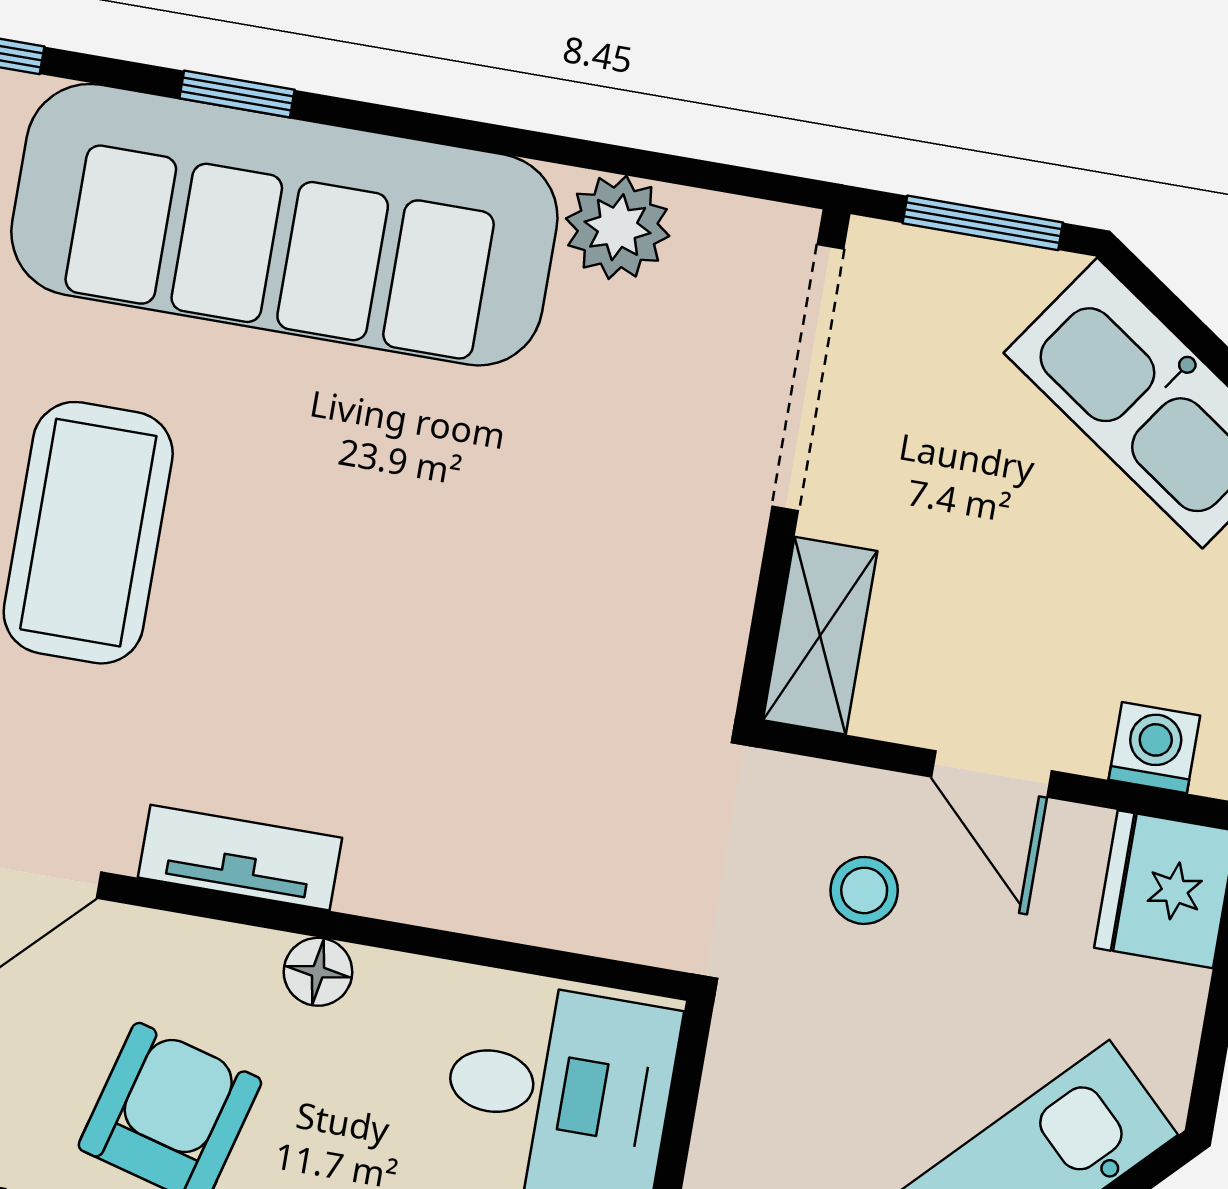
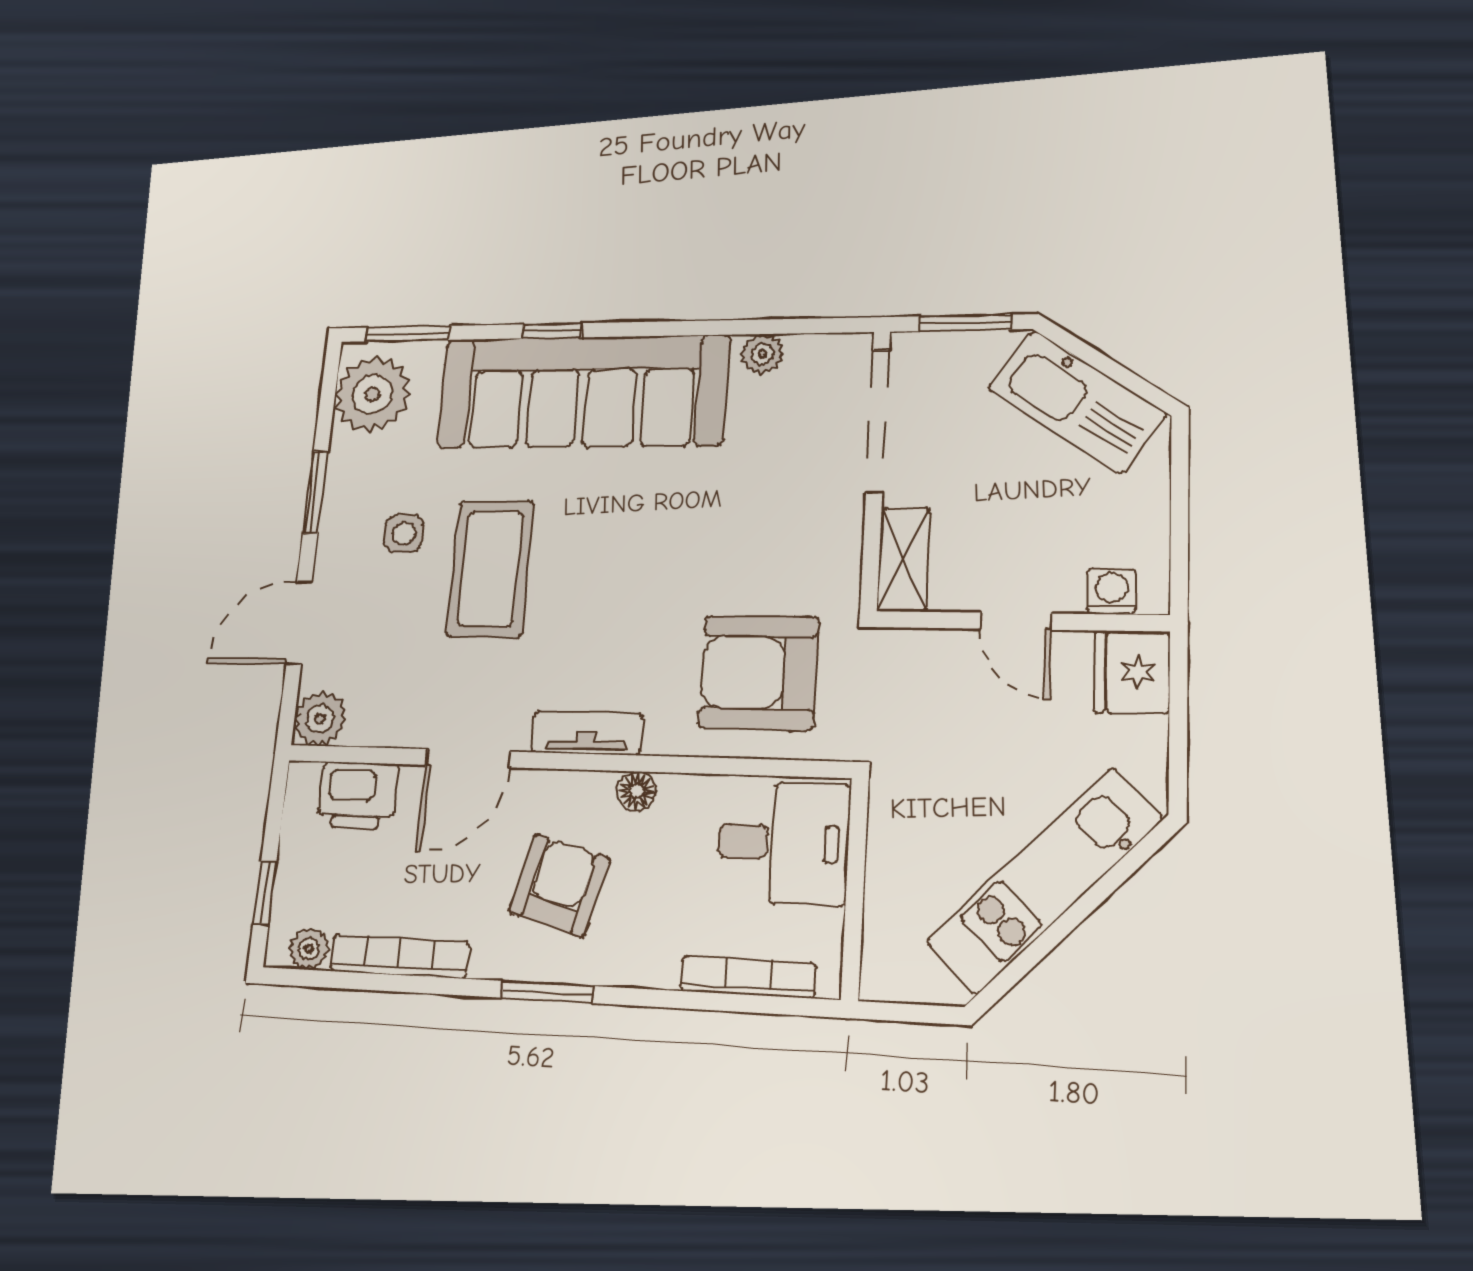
plant: (618, 227) -> (762, 354), width x0.73, depth x0.73
armchair: (550, 796) -> (759, 672), added
stool: (864, 890) -> (949, 699), removed

